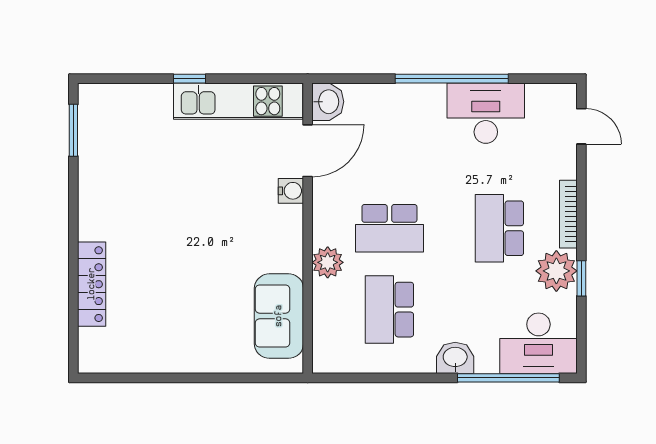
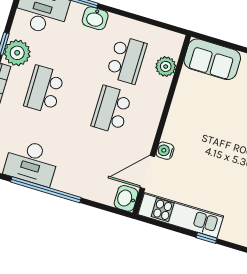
school desk: (389, 228) -> (112, 110), turned -90
school desk: (499, 228) -> (44, 89), turned 180
plant: (328, 262) -> (166, 67), moved
sofa: (279, 316) -> (212, 59), moved, turned 90

